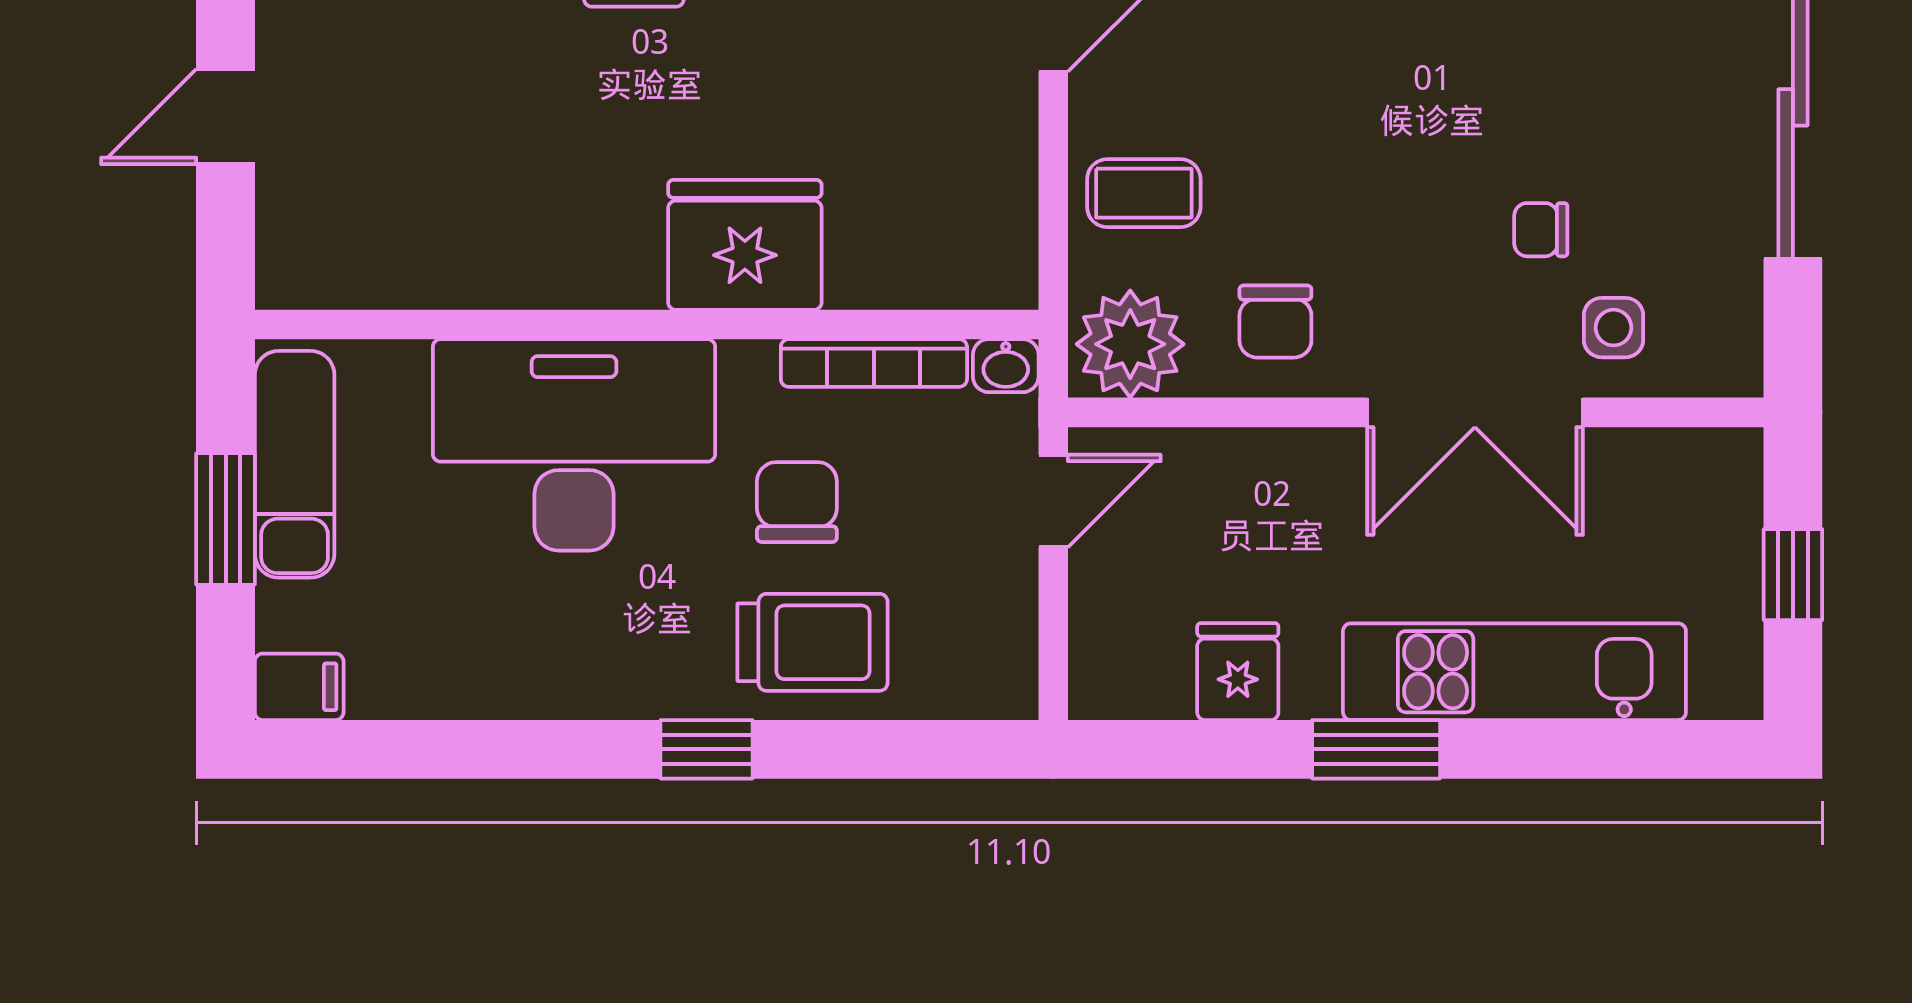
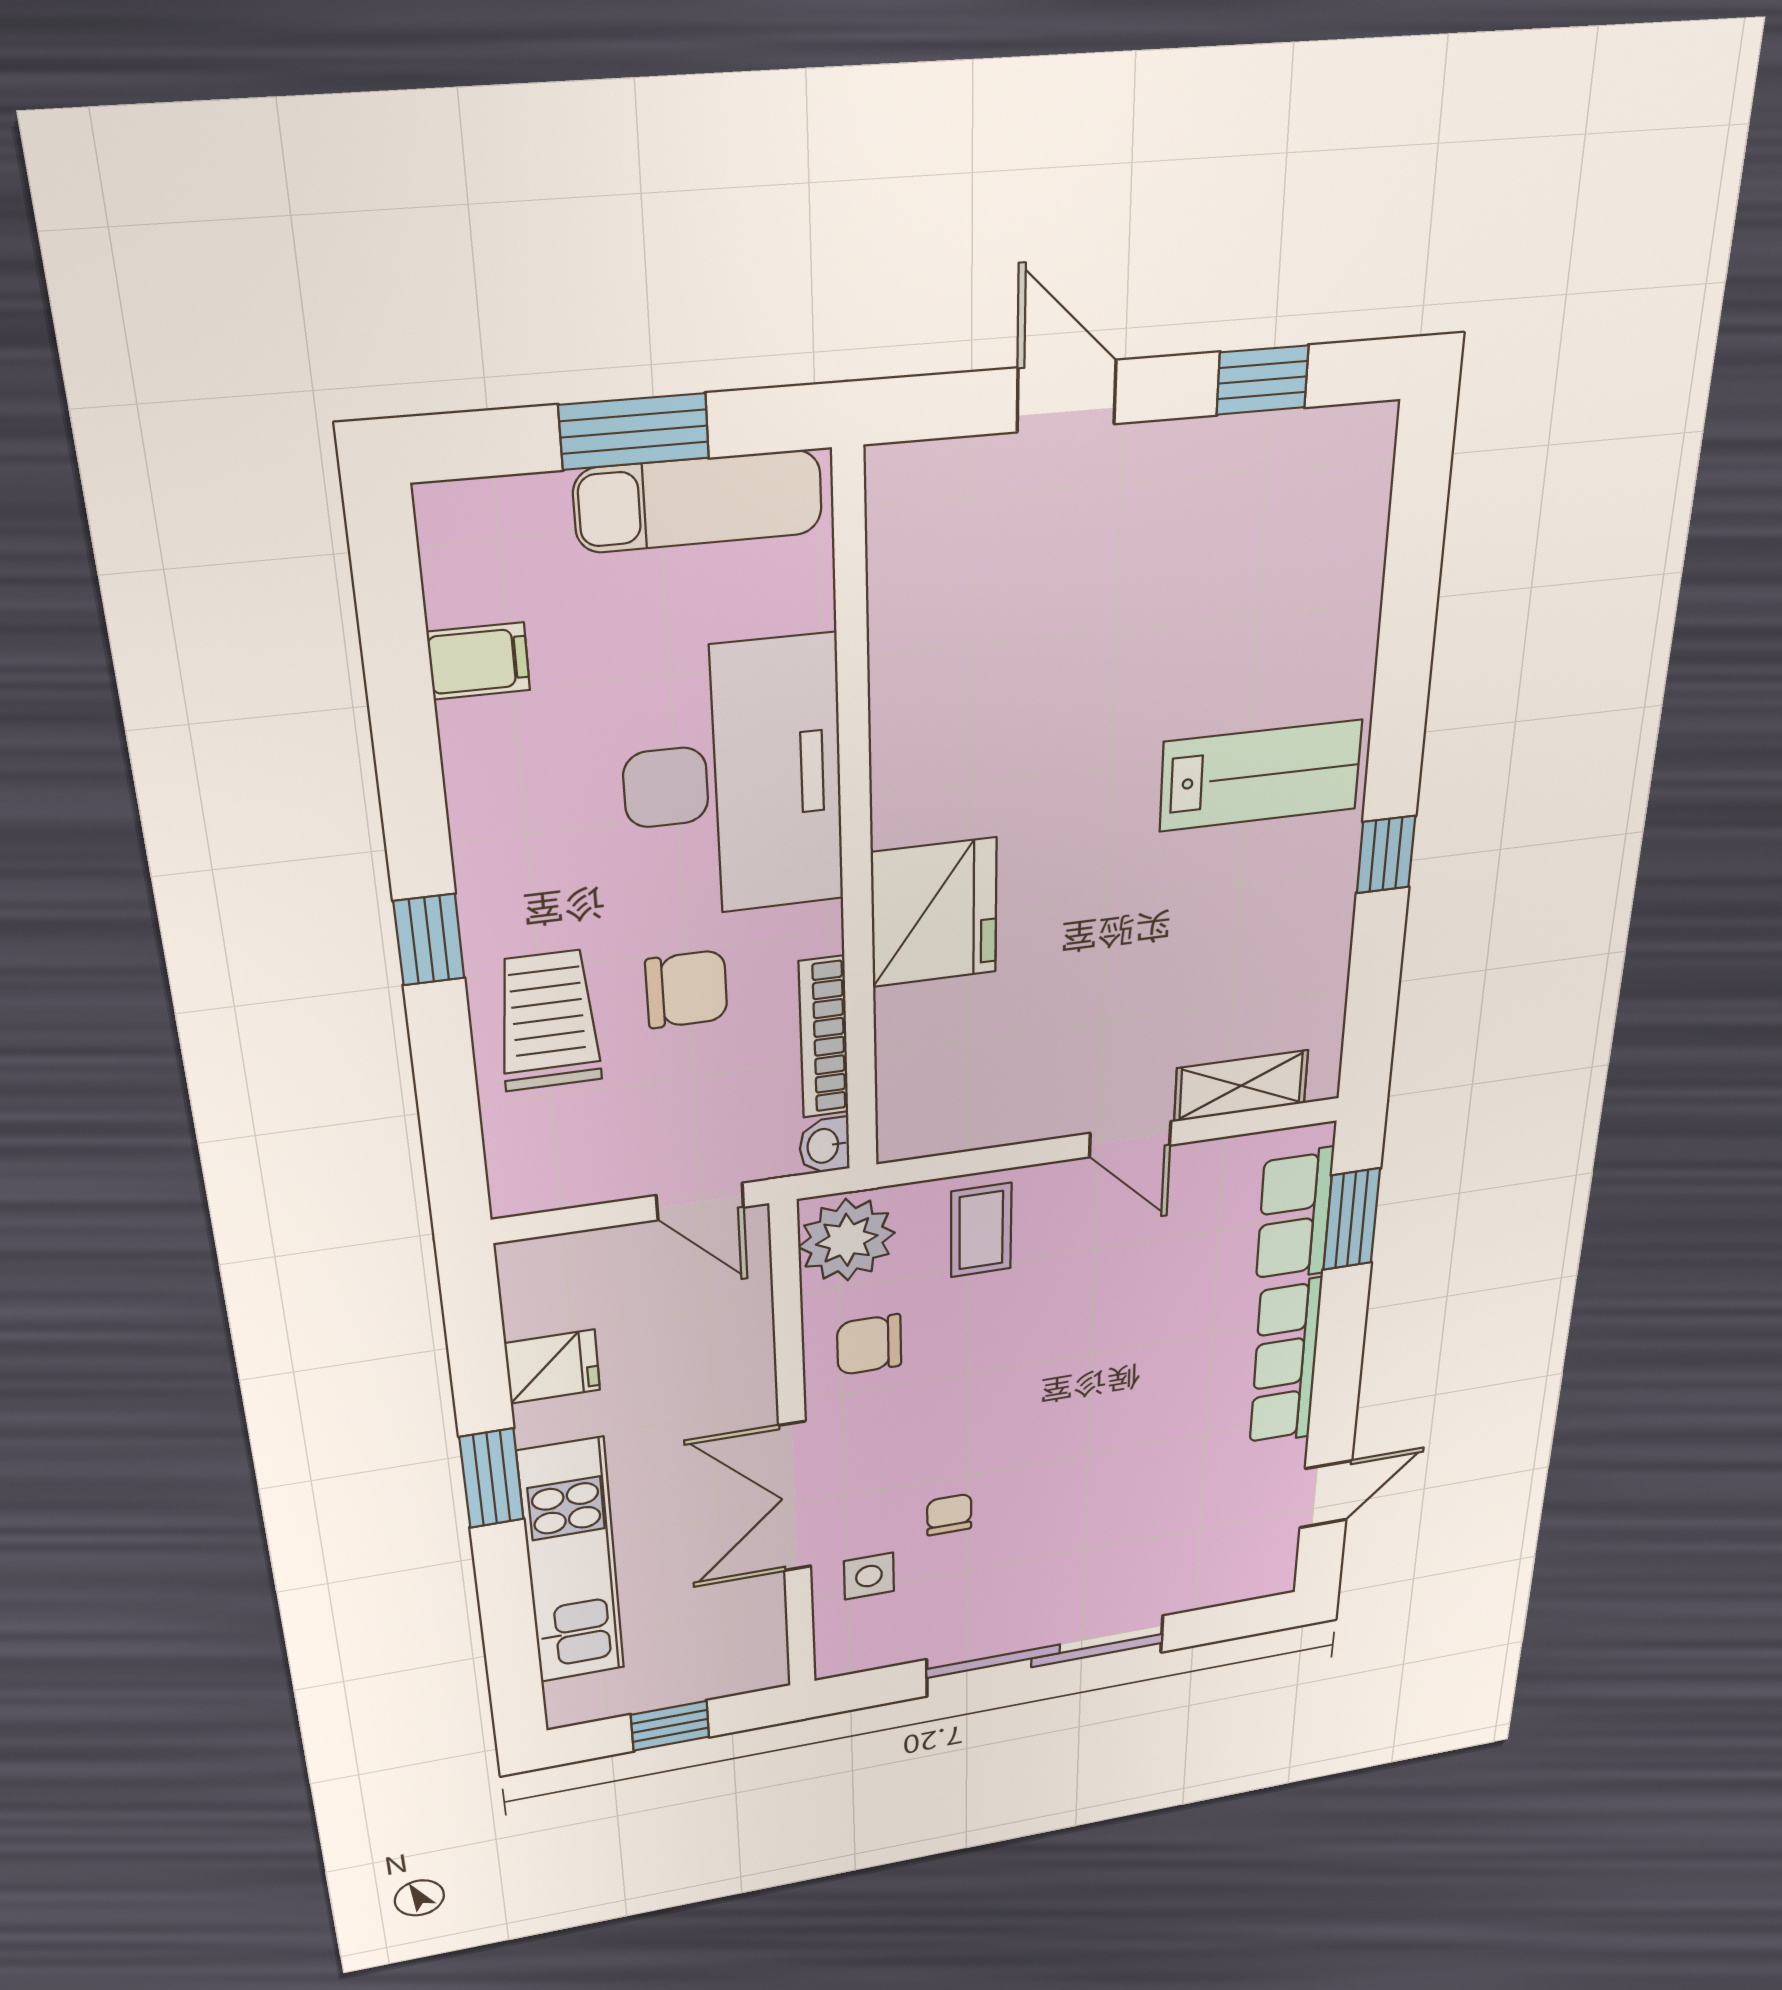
trolley: (812, 642) -> (548, 1021), turned 180
filing cabinet: (299, 687) -> (479, 661), moved, turned -90

